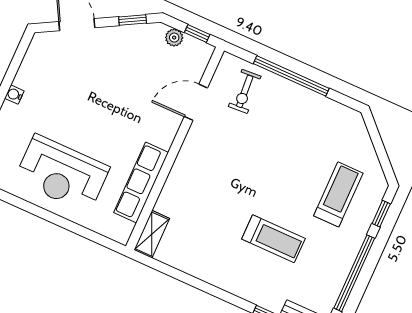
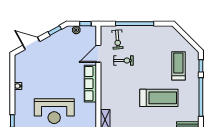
exercise bike: (238, 137) -> (123, 61), added
row of seats: (141, 183) -> (90, 84), moved
treadmill: (273, 239) -> (159, 98), width x1.37, depth x1.38

